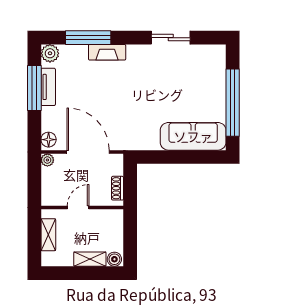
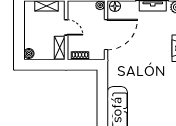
shelving: (90, 259) -> (60, 48), moved

